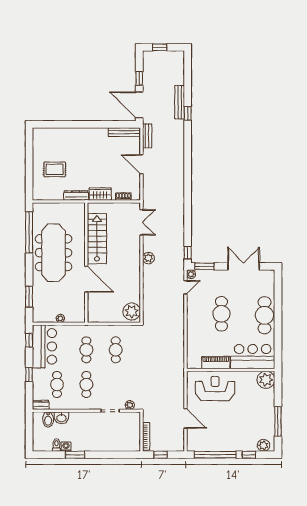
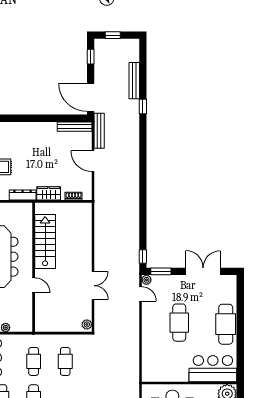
window: (139, 78) -> (91, 57), moved
bench: (180, 102) -> (134, 81), moved
bench: (147, 136) -> (99, 131), width x1.36
double door: (141, 222) -> (93, 286), moved
plant: (148, 258) -> (100, 262), removed
door: (86, 279) -> (34, 285), width x0.53
door: (185, 287) -> (140, 294), hinge flipped
plant: (132, 312) -> (87, 324), width x0.53, depth x0.53
piano: (216, 363) -> (173, 375), removed

